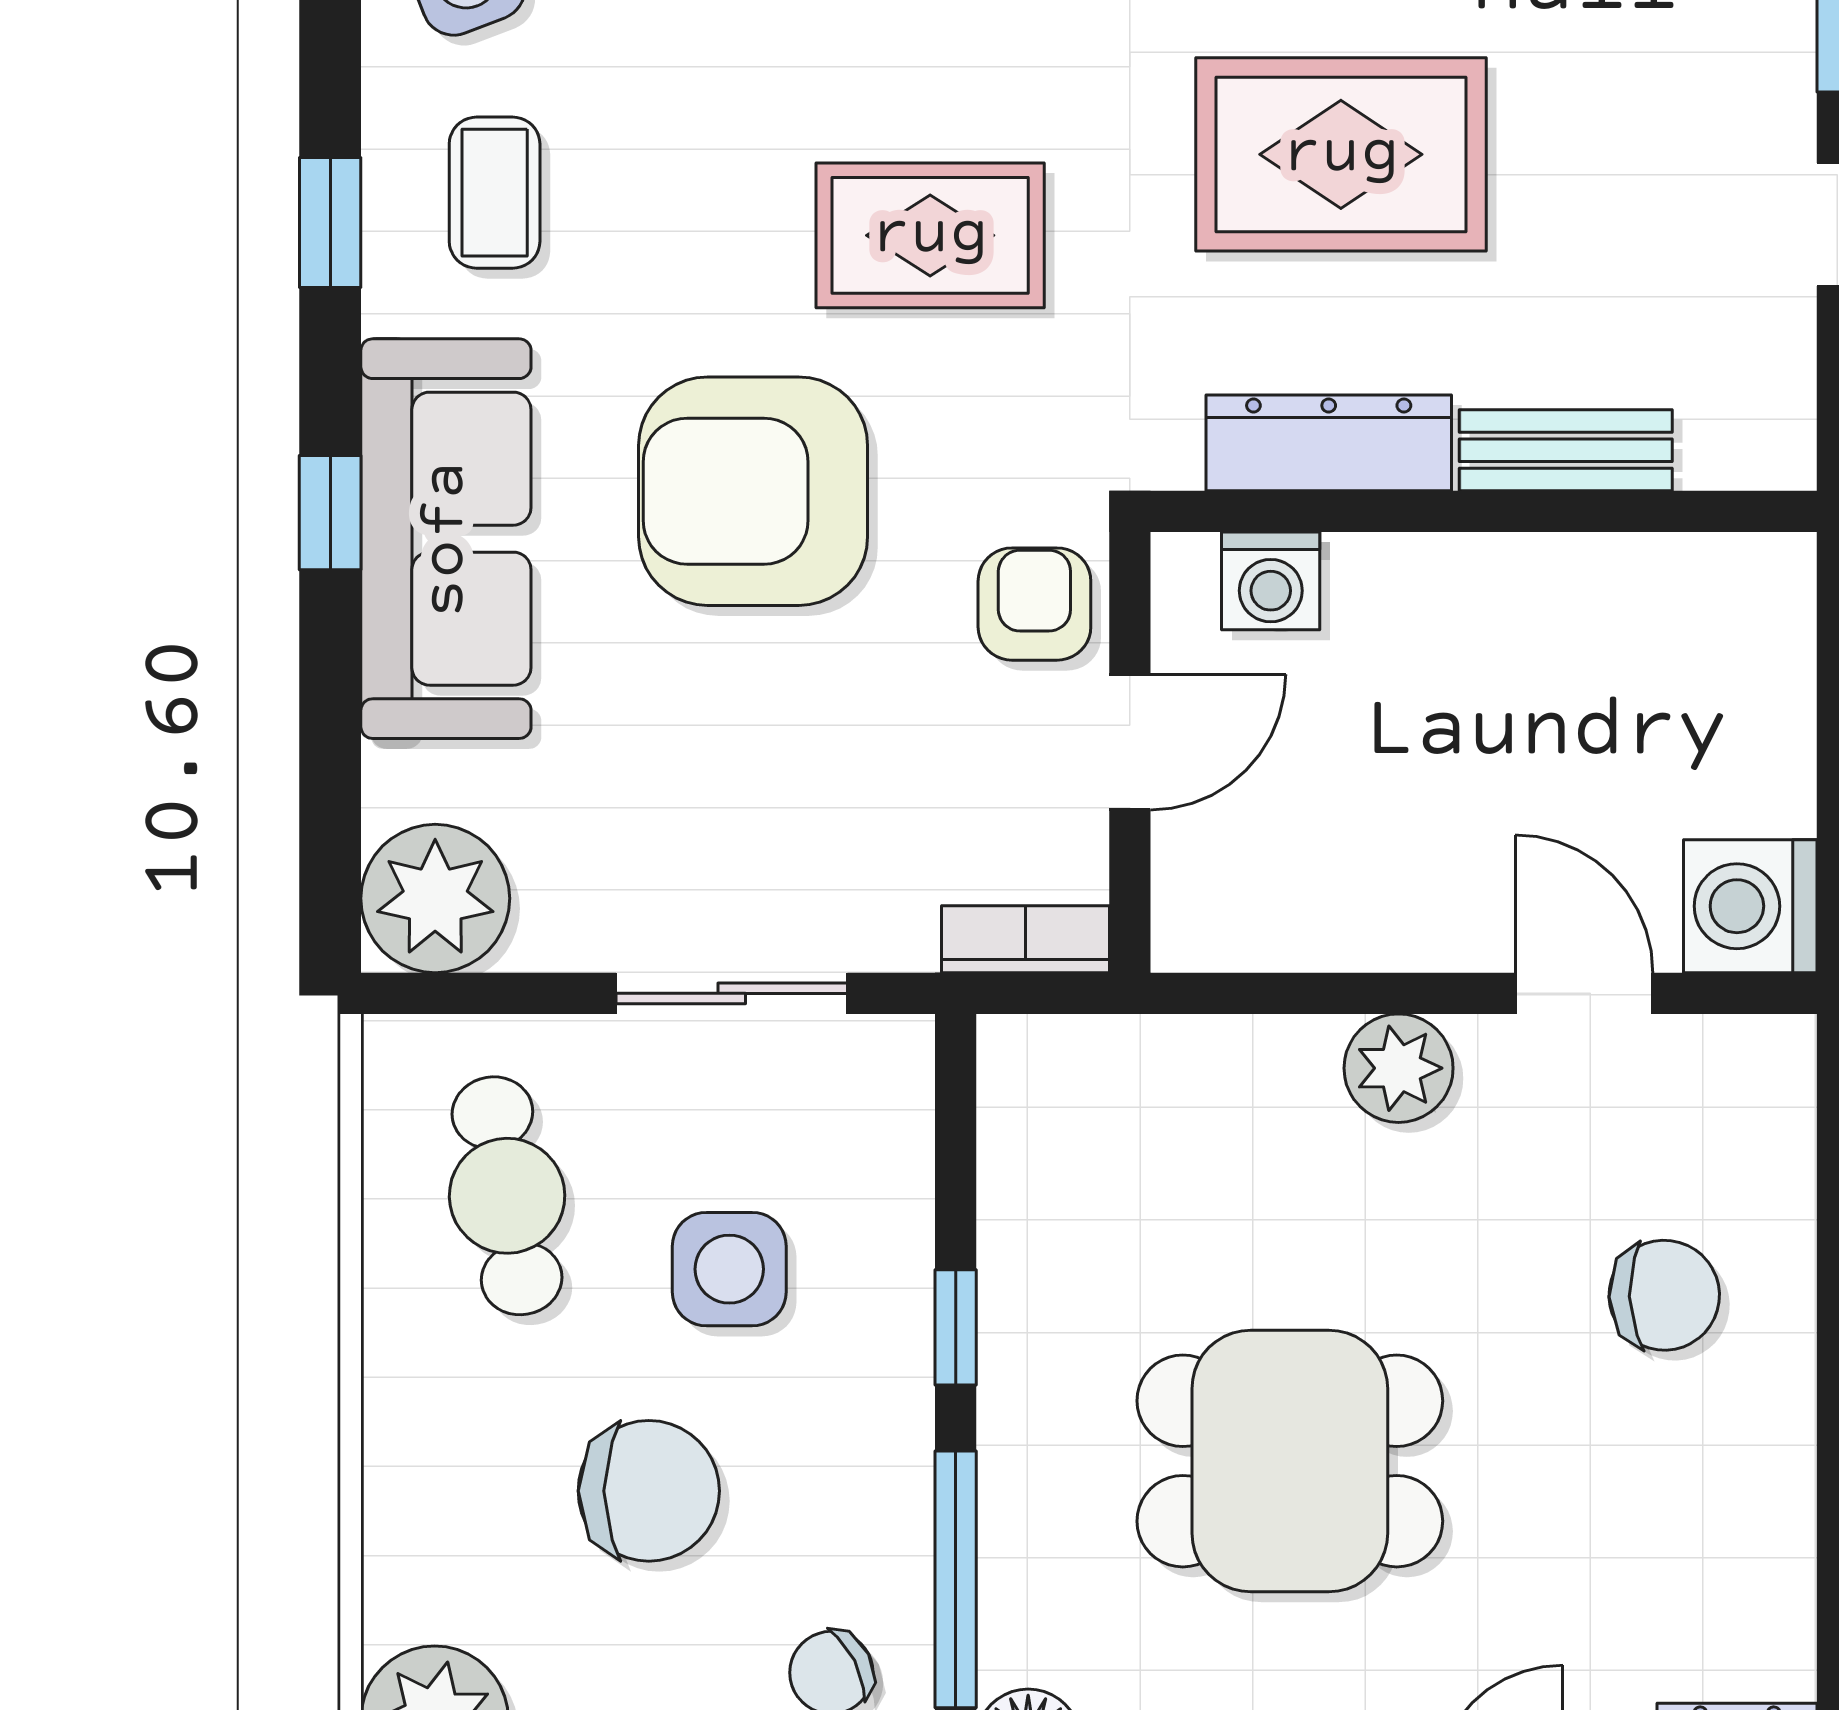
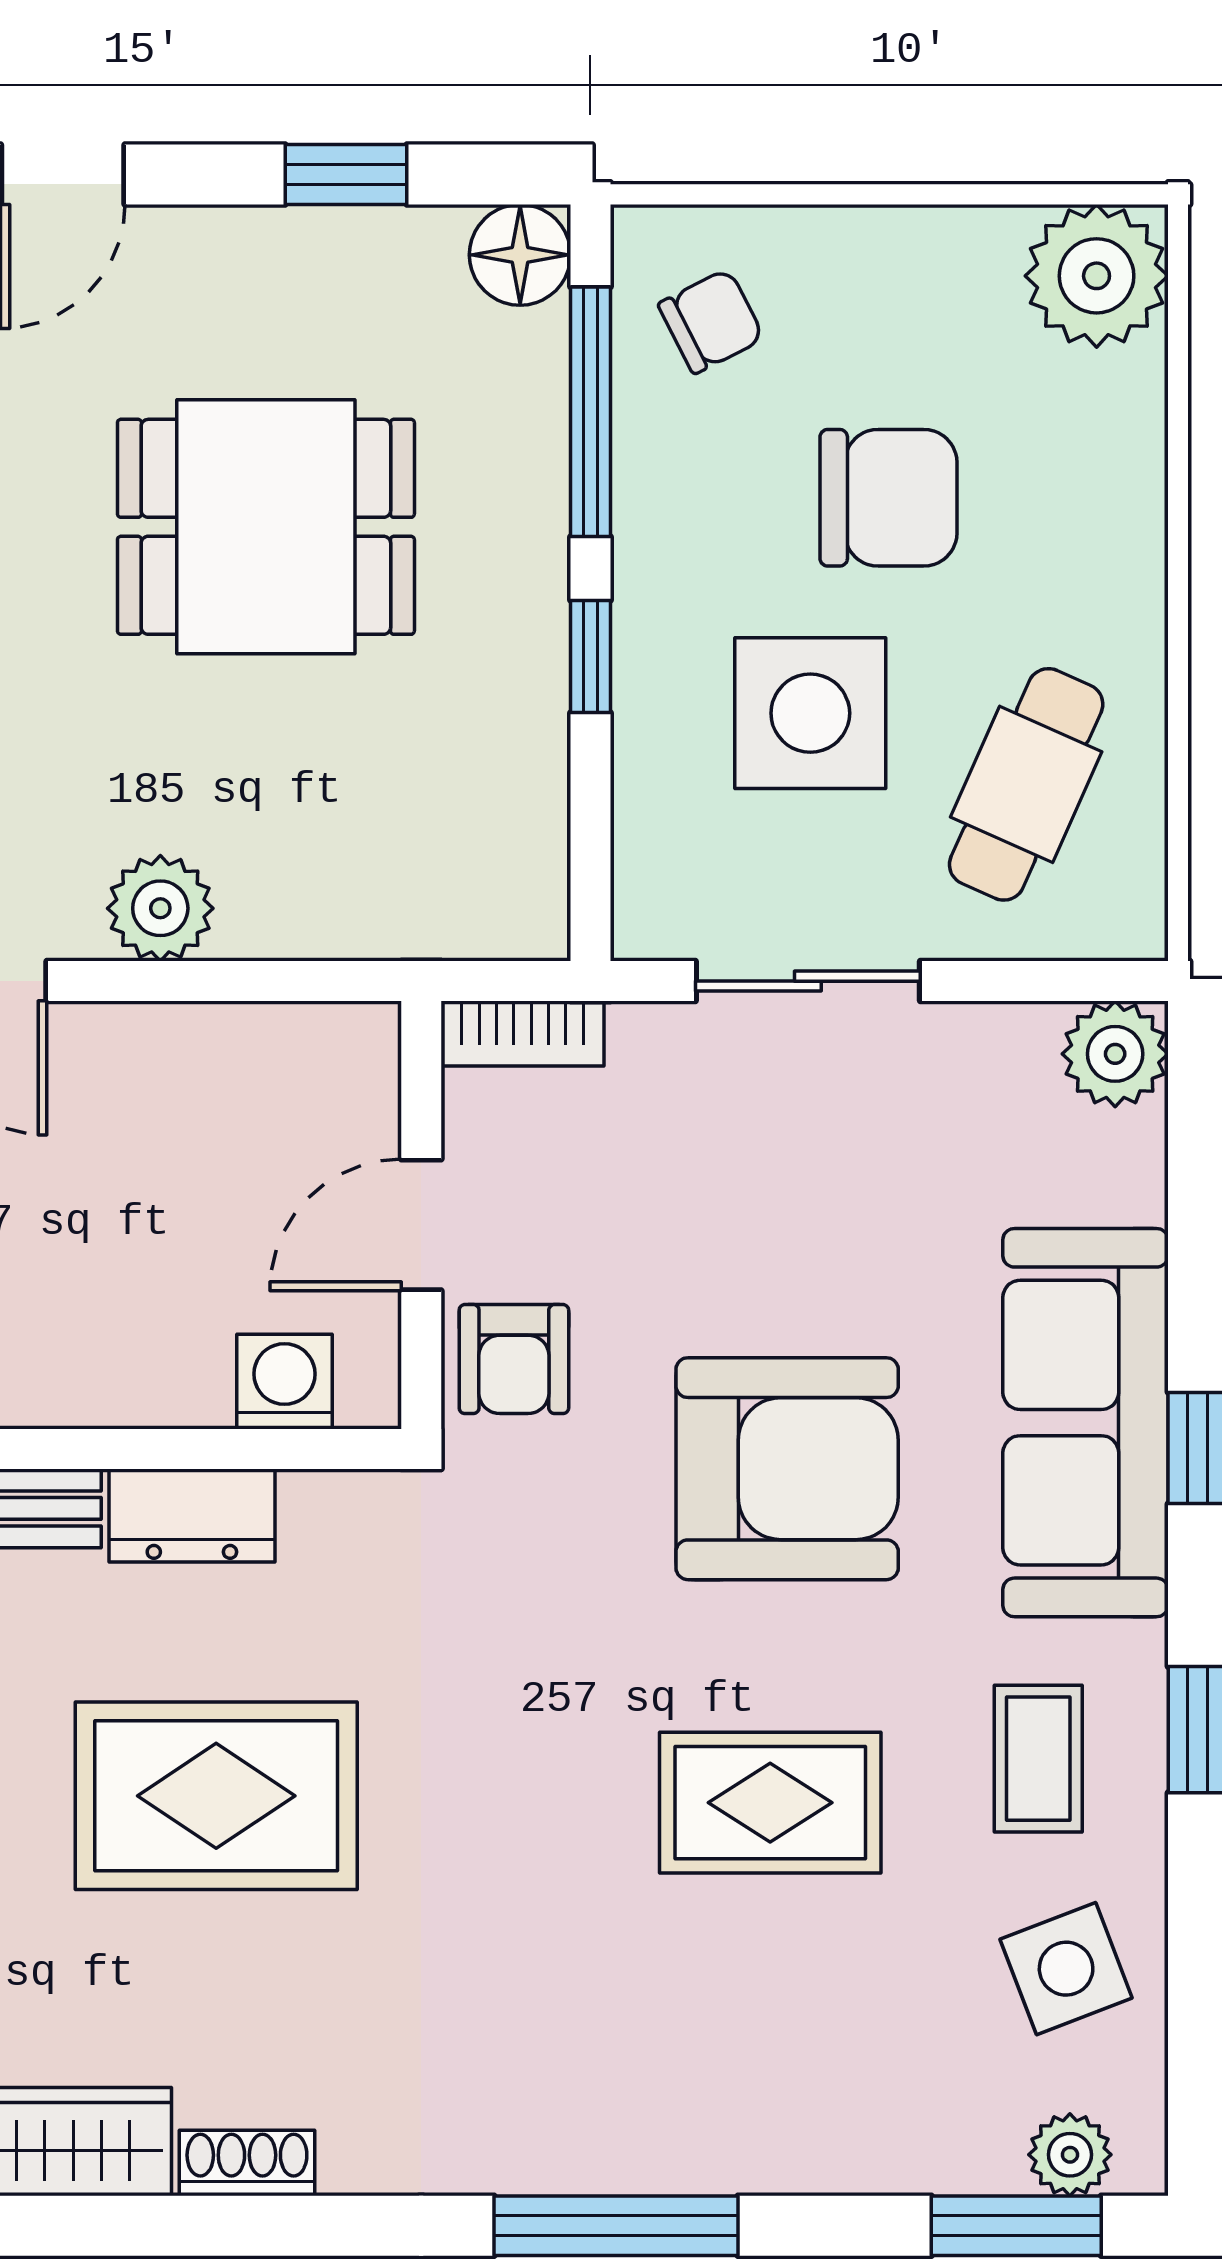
rug: (930, 235) -> (770, 1803), moved
dresser: (1329, 443) -> (192, 1516), width x0.70
plant: (435, 898) -> (1115, 1054), width x0.73, depth x0.73
cafe table: (507, 1196) -> (1026, 784), turned 34
side table: (729, 1269) -> (810, 713), width x1.37, depth x1.37
chair: (649, 1491) -> (888, 498), turned 180

